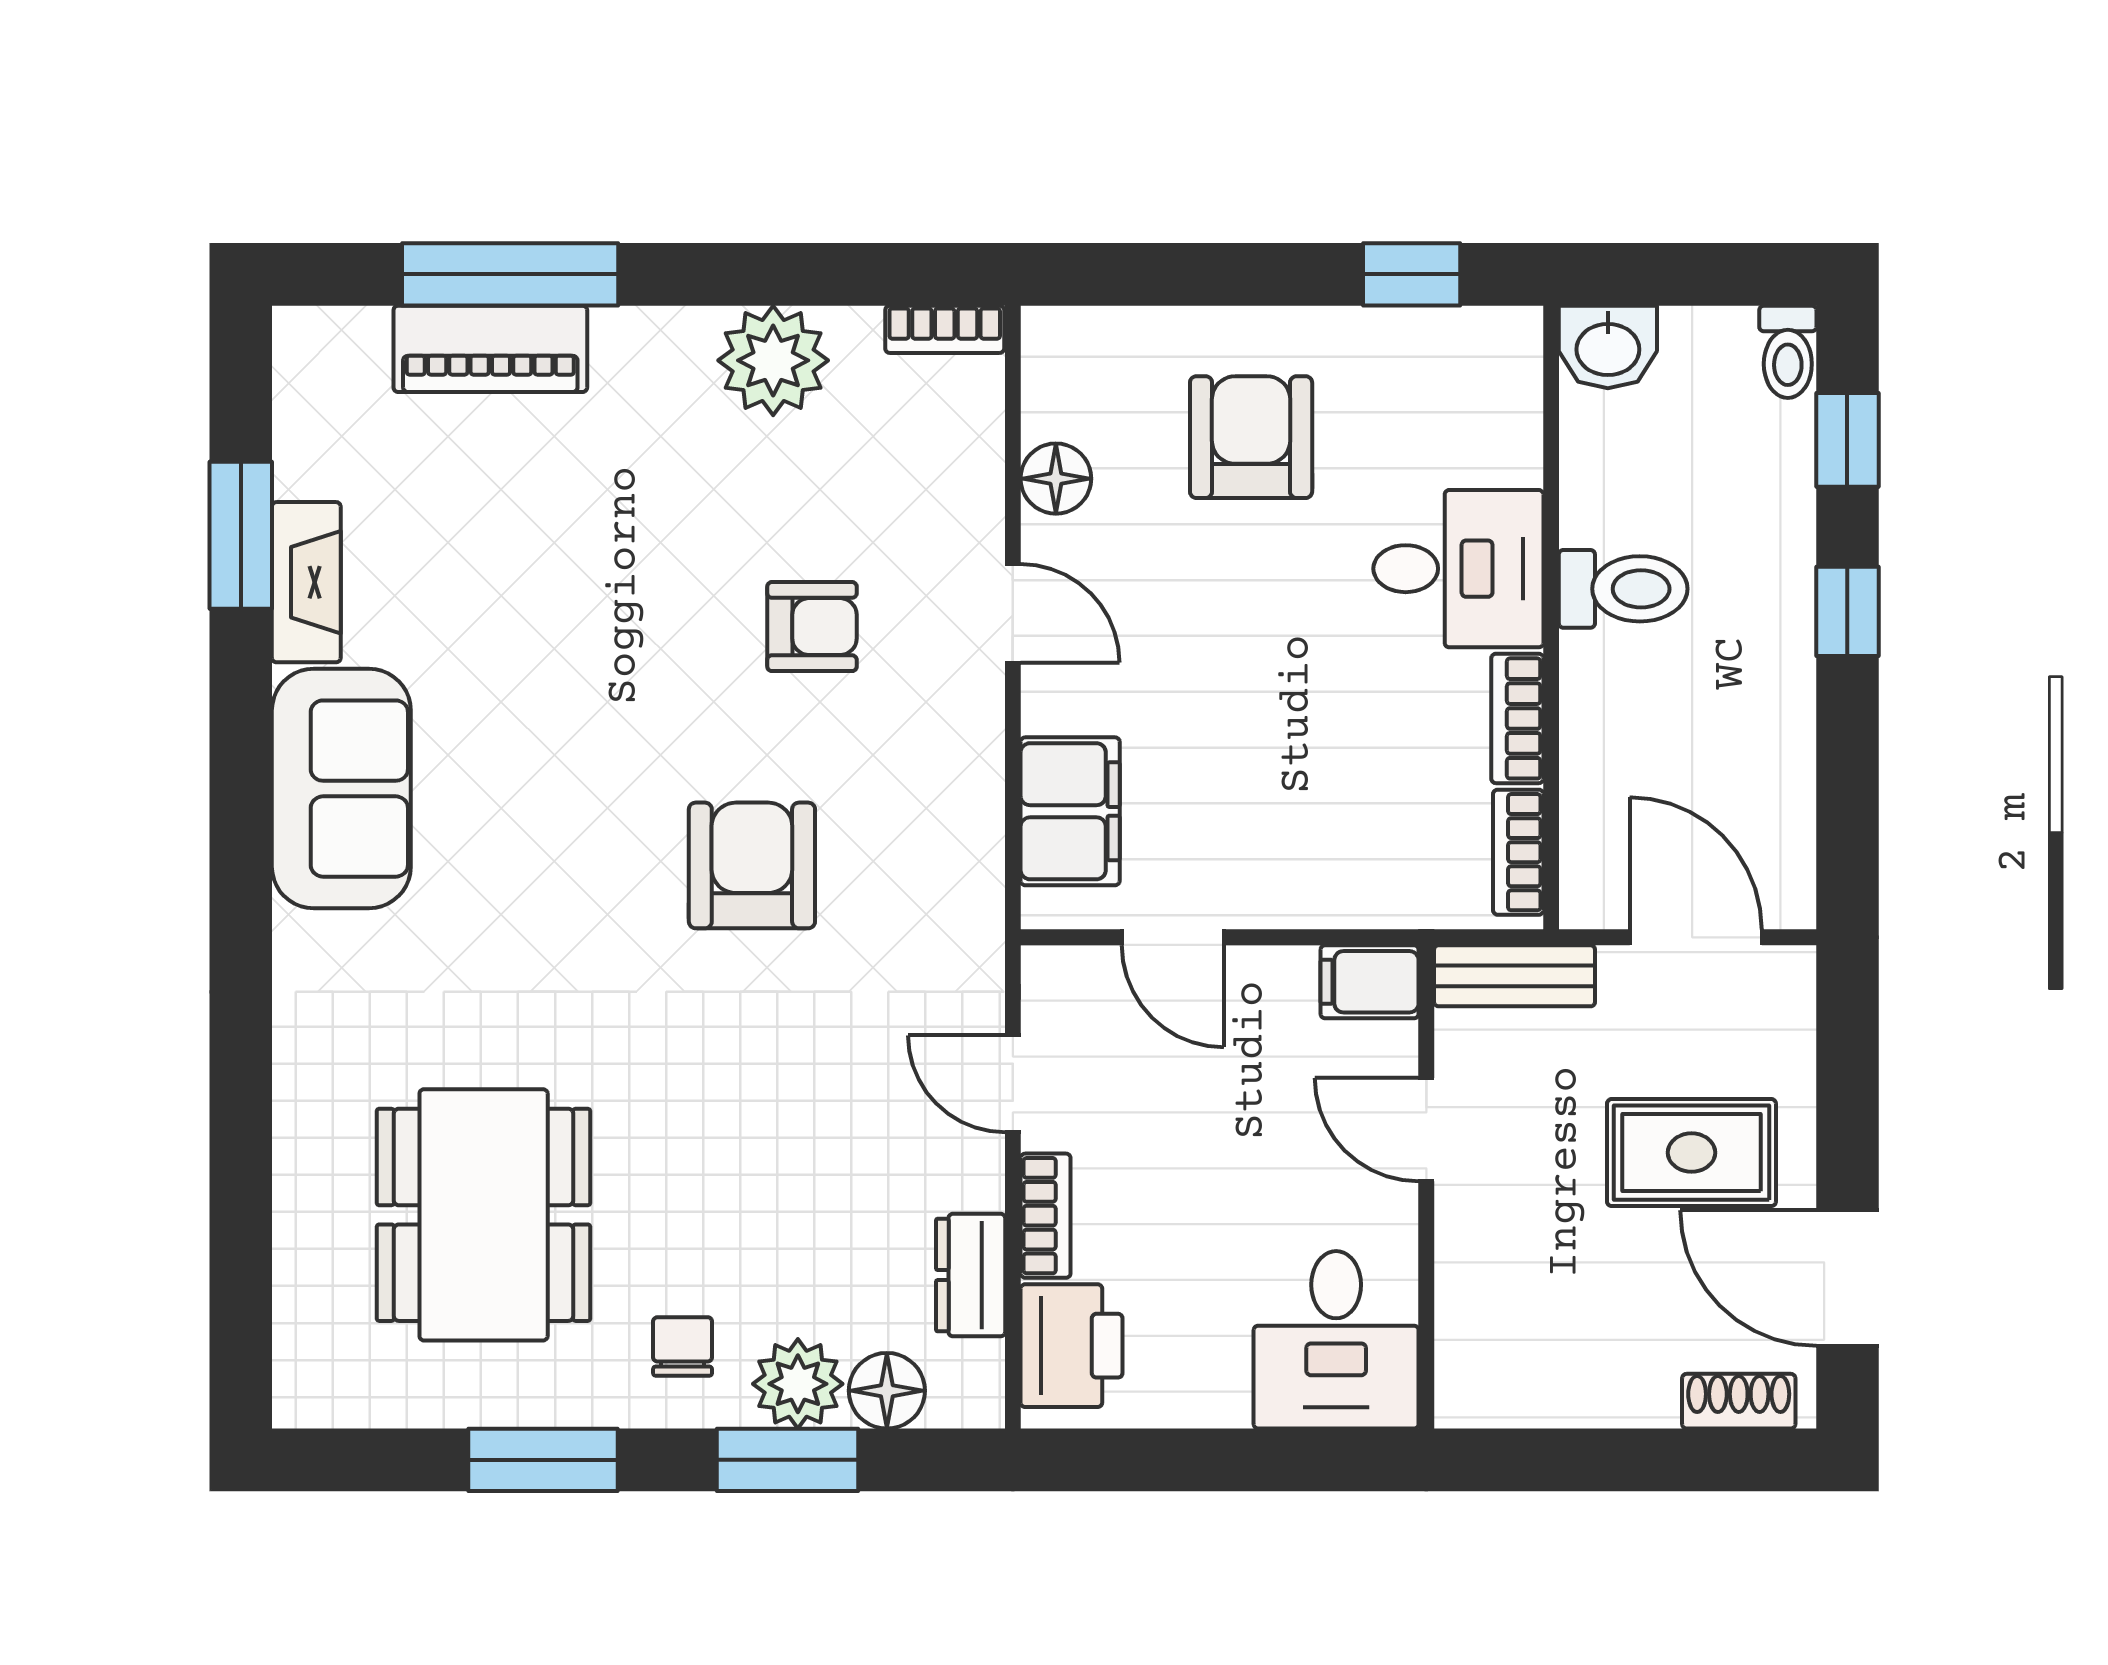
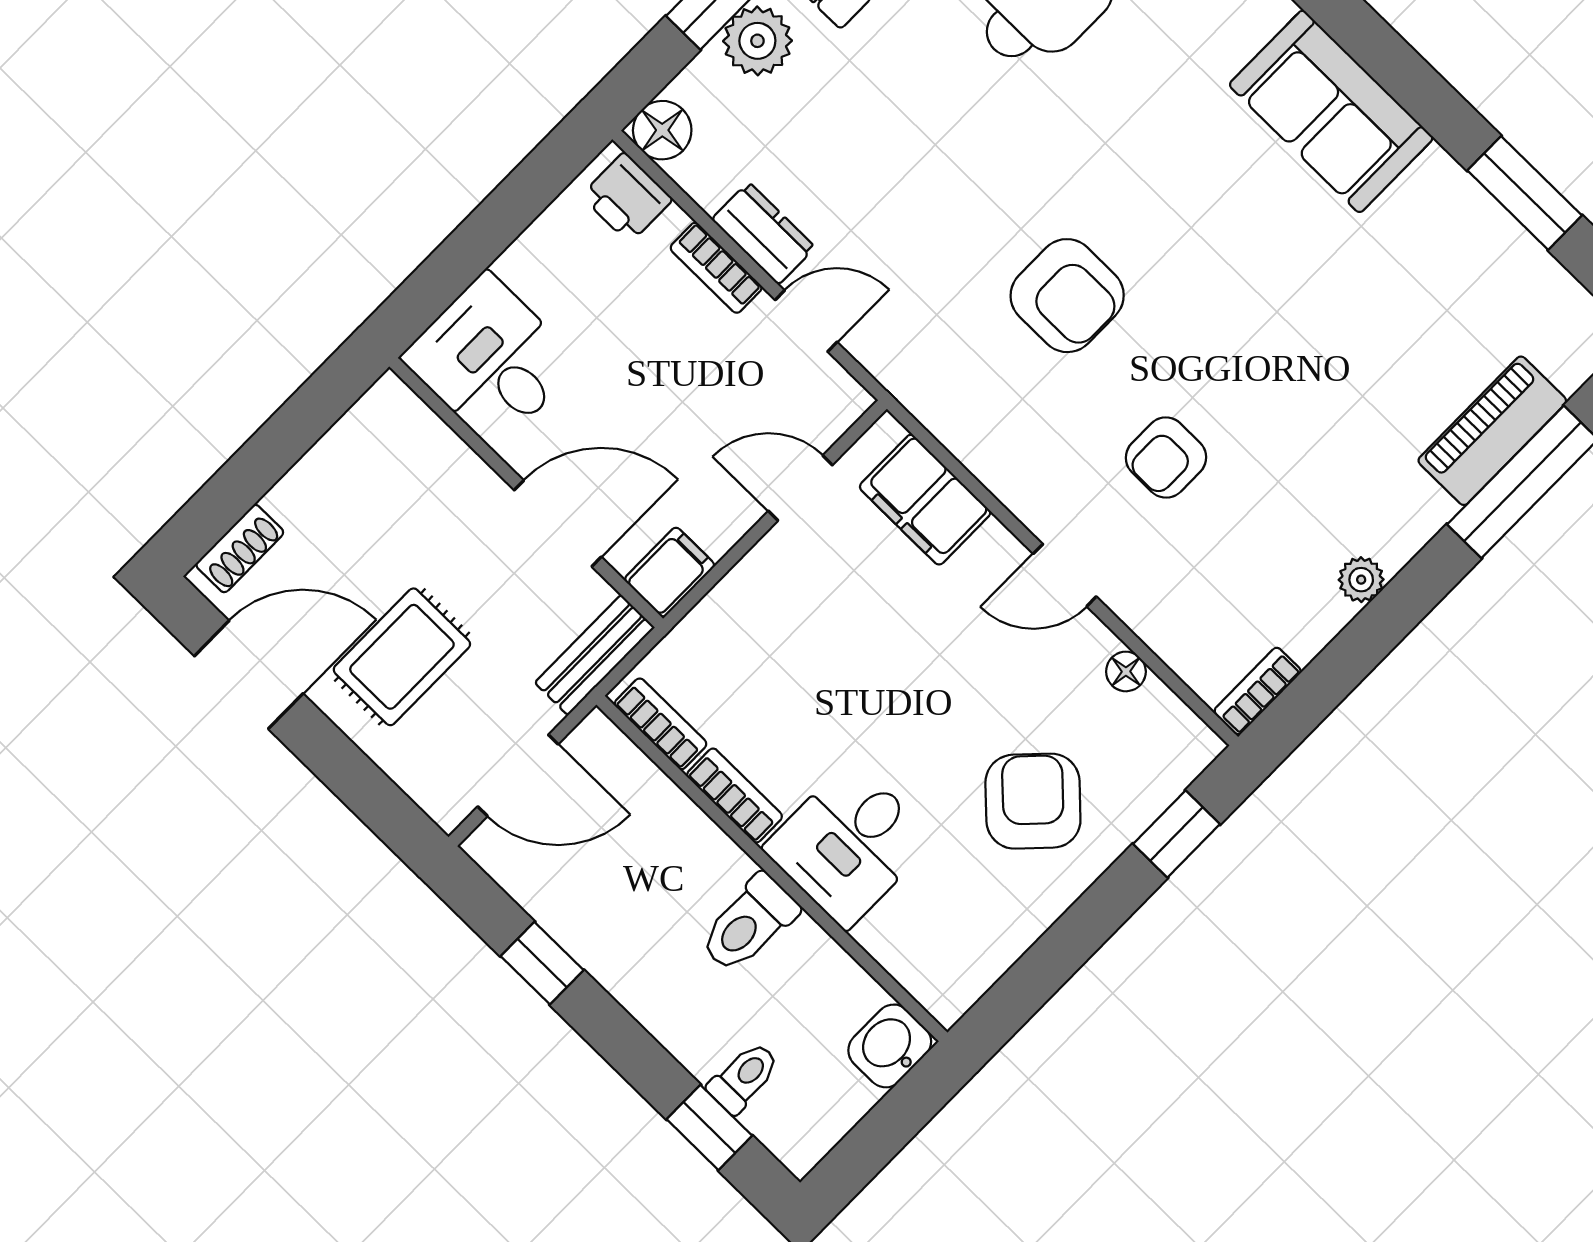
window: (1412, 274) -> (1176, 834), moved
toilet: (1788, 352) -> (744, 1078), moved, turned 90
plant: (773, 360) -> (1361, 580), width x0.53, depth x0.53
armchair: (1251, 437) -> (1033, 801), turned -136
floor lamp: (1056, 479) -> (1126, 671), width x0.73, depth x0.73
fireplace: (306, 582) -> (1463, 204), removed
window: (1847, 611) -> (542, 963), moved
door: (1426, 1130) -> (558, 523), width x1.38
dresser: (971, 1275) -> (763, 233), moved
printer: (1072, 1346) -> (627, 198), width x0.73, depth x0.81
floor lamp: (887, 1391) -> (662, 130), moved

